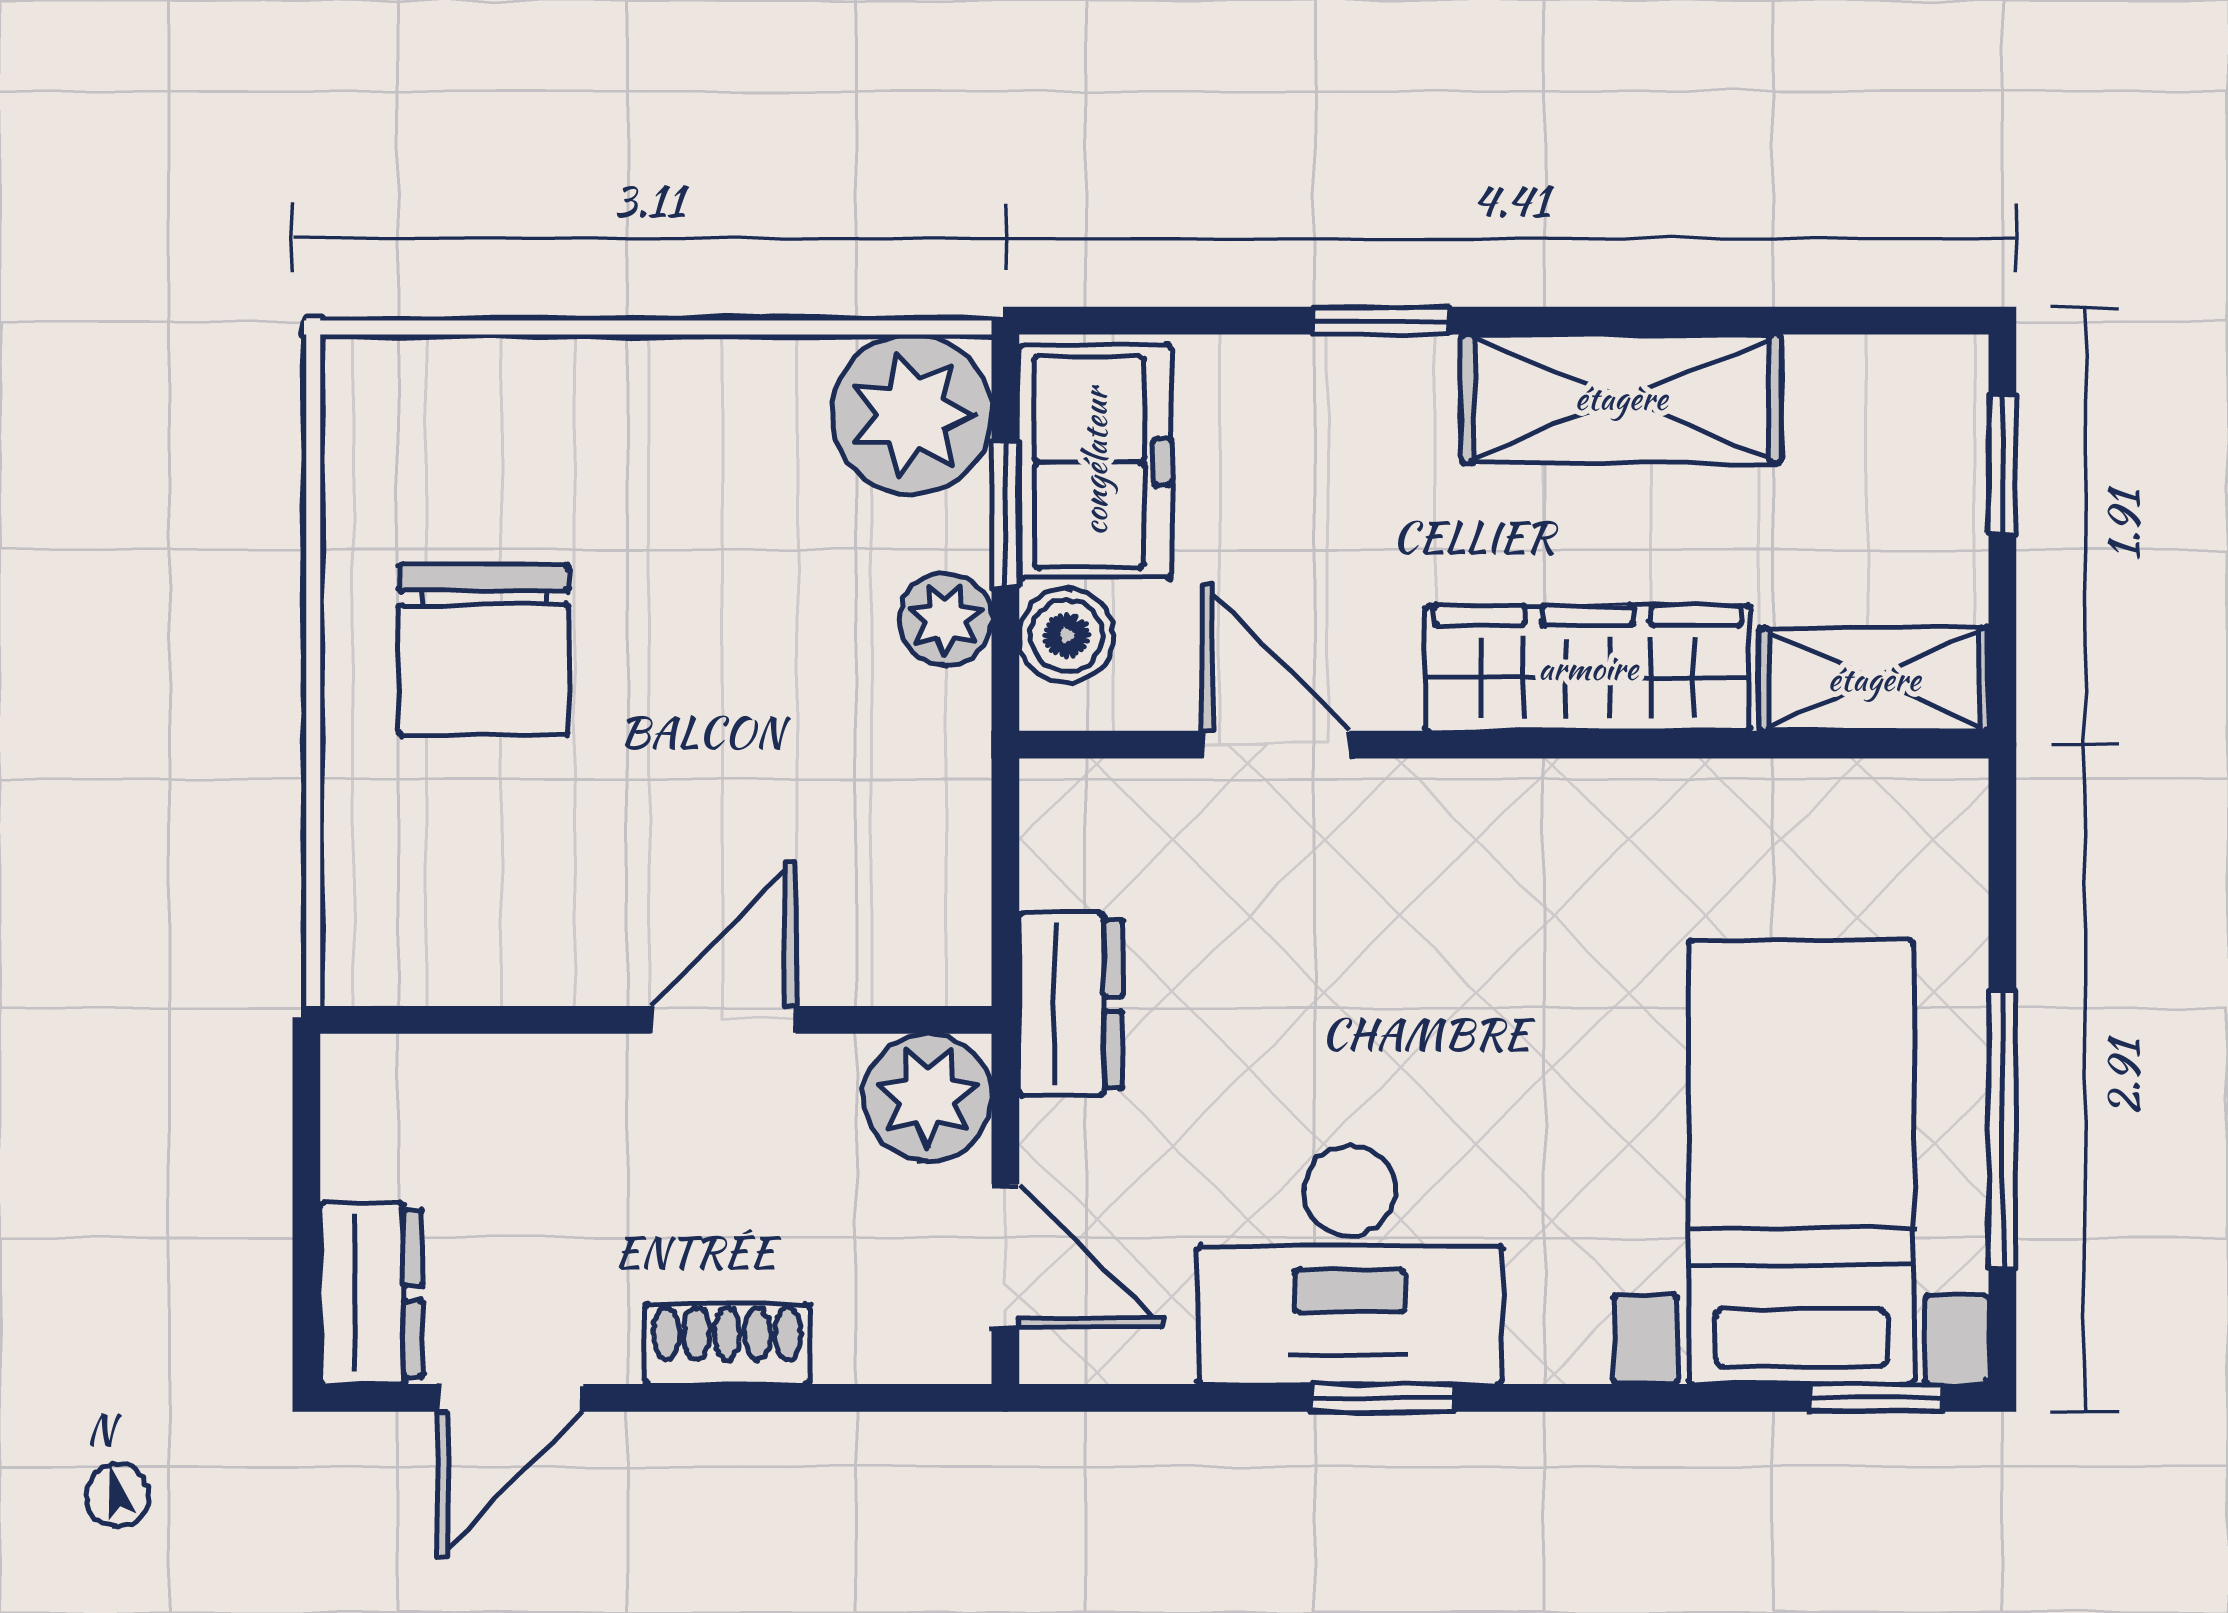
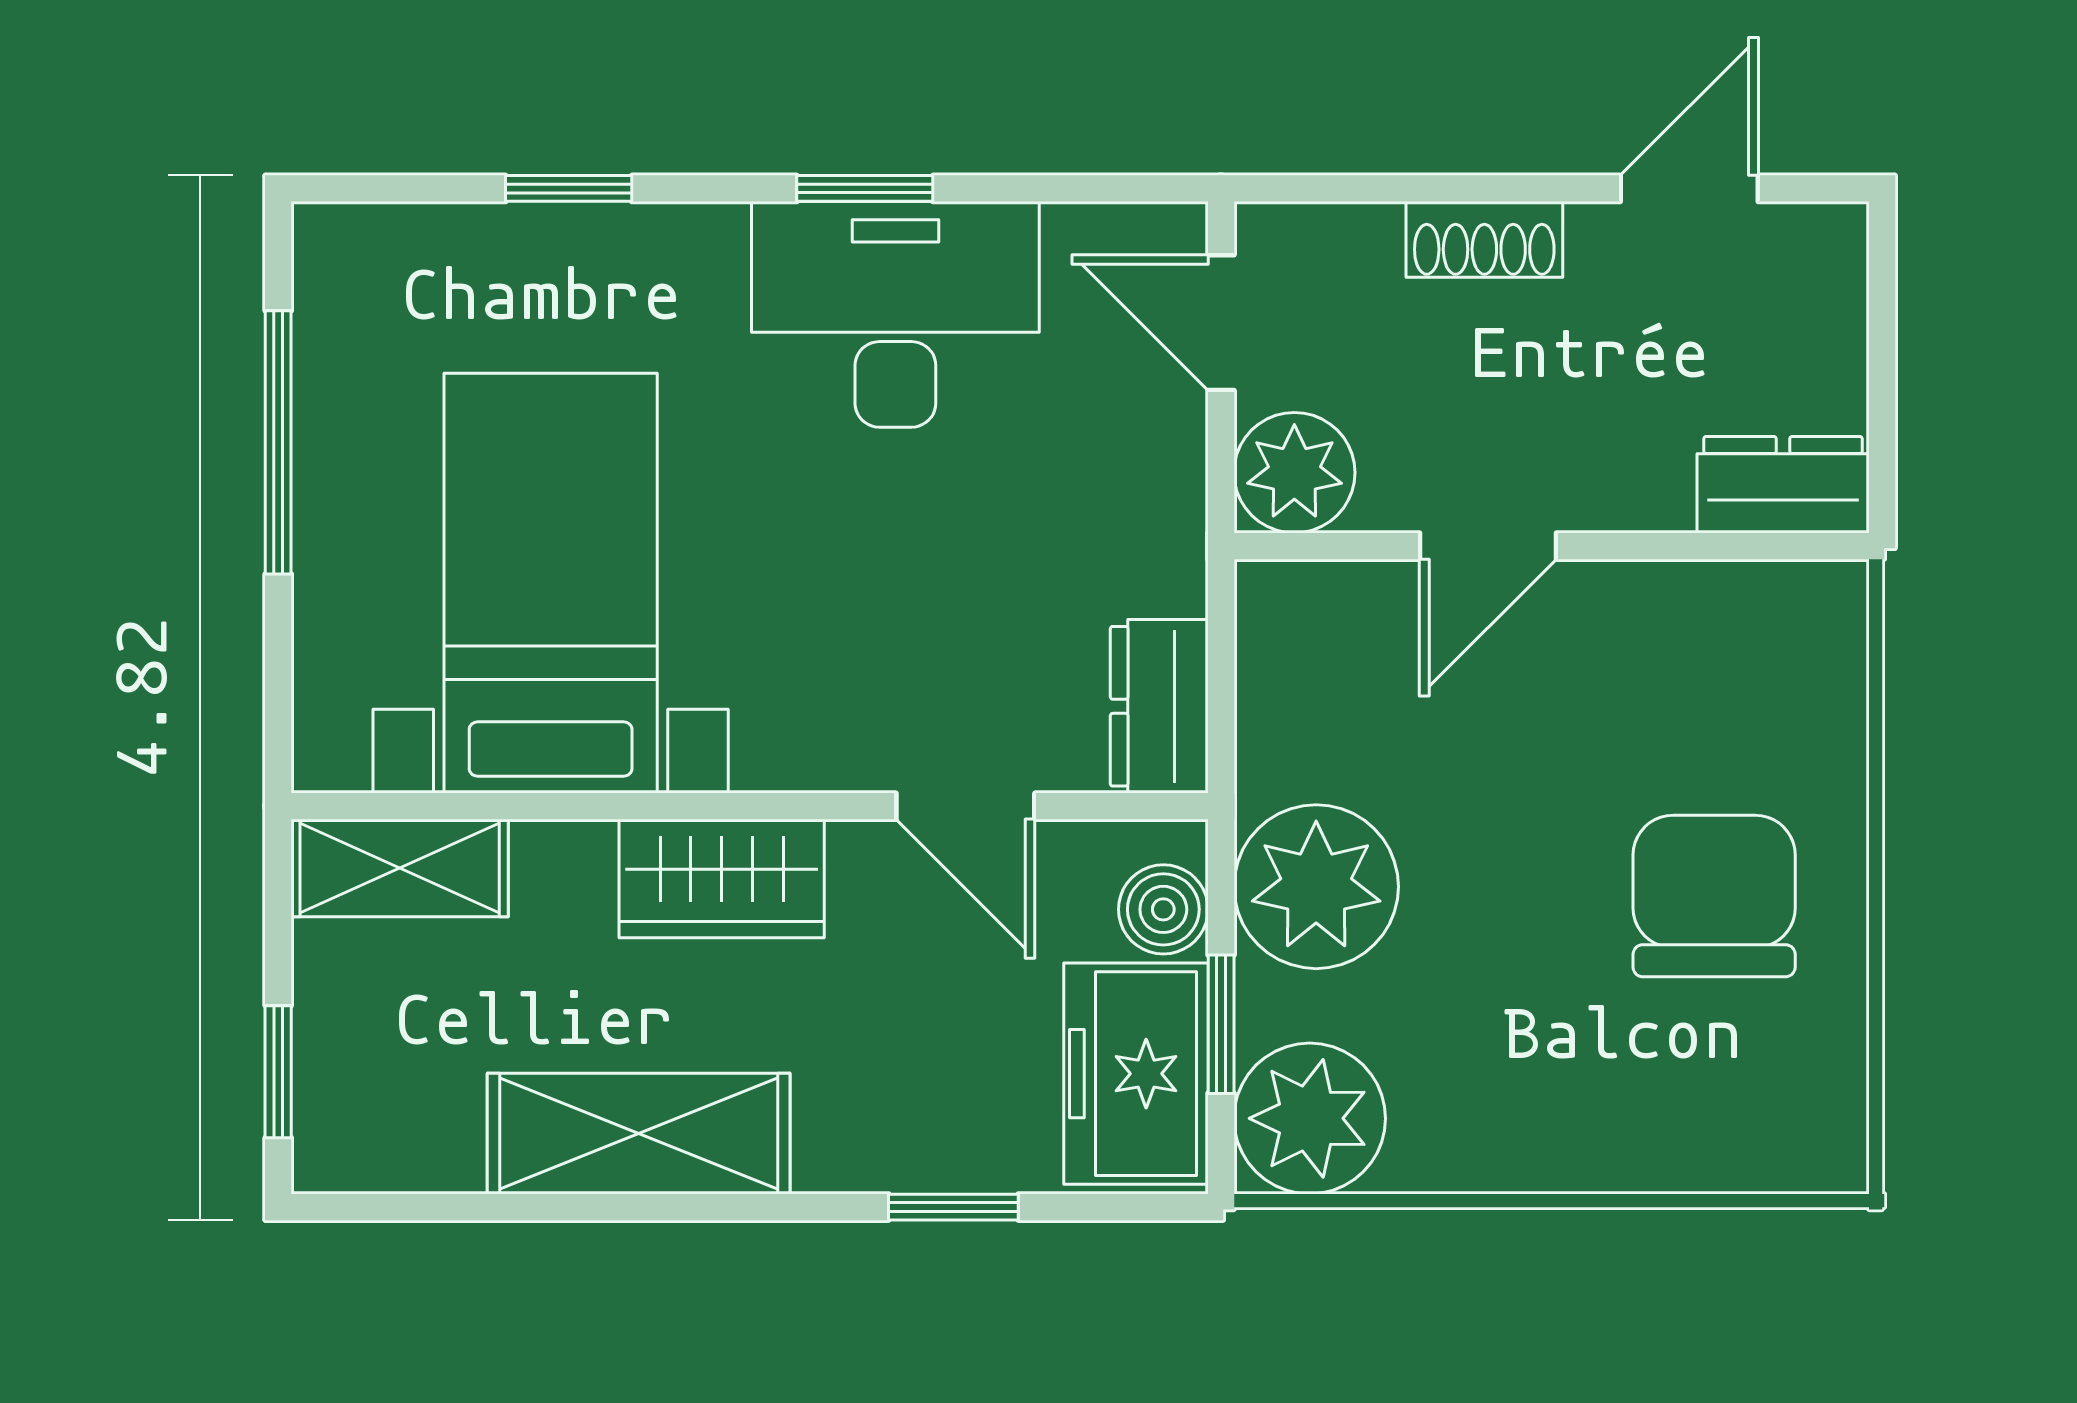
window: (1381, 321) -> (953, 1207), moved
plant: (945, 619) -> (1316, 887), width x1.88, depth x1.88
wardrobe: (1588, 668) -> (722, 879), width x0.67
dresser: (1071, 1004) -> (1159, 706), moved
bed with nightstands: (1801, 1162) -> (551, 583), moved, turned 180
dresser: (371, 1293) -> (1783, 485), moved, turned 90
window: (1876, 1398) -> (569, 188), moved

